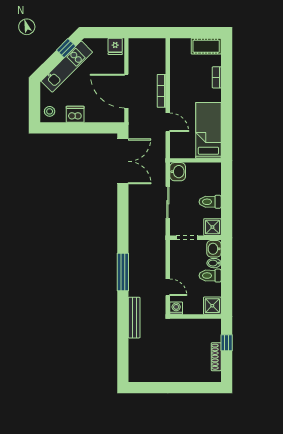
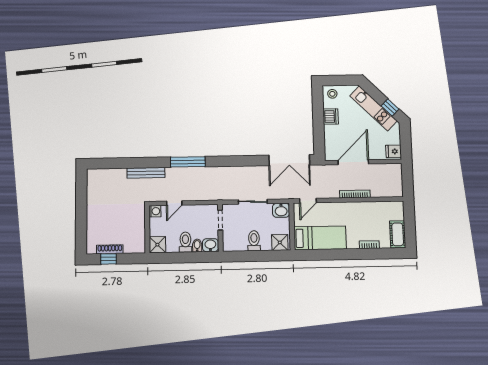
door: (168, 122) -> (308, 201), moved
shower: (212, 227) -> (280, 242), moved
window: (227, 343) -> (109, 259), moved

